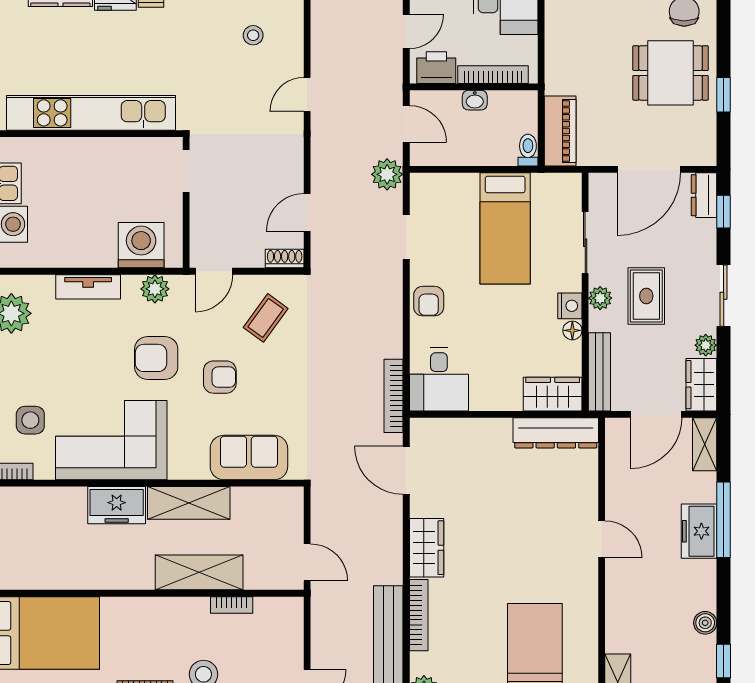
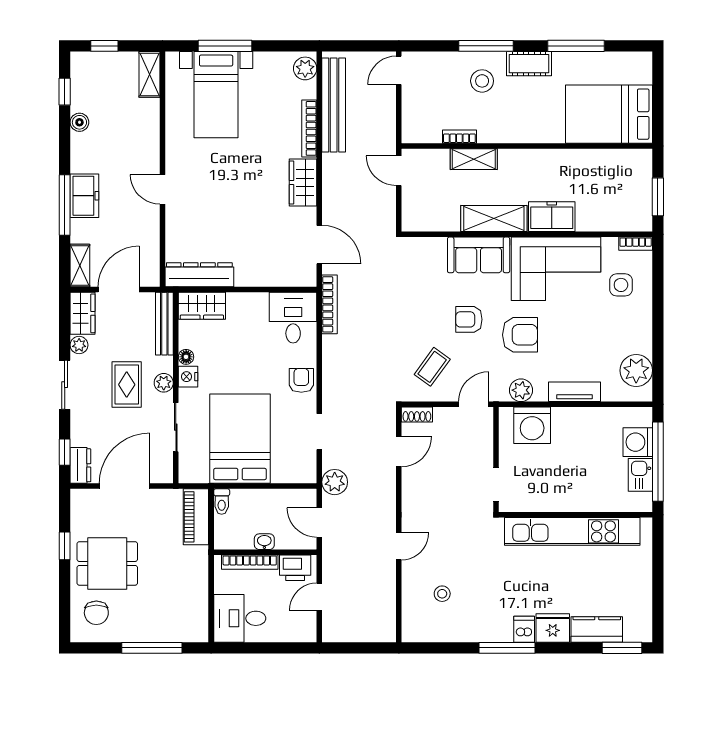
bed: (505, 228) -> (240, 439), width x1.50
sofa: (249, 457) -> (479, 255), moved
shelving: (199, 572) -> (474, 159), width x0.67, depth x0.75

